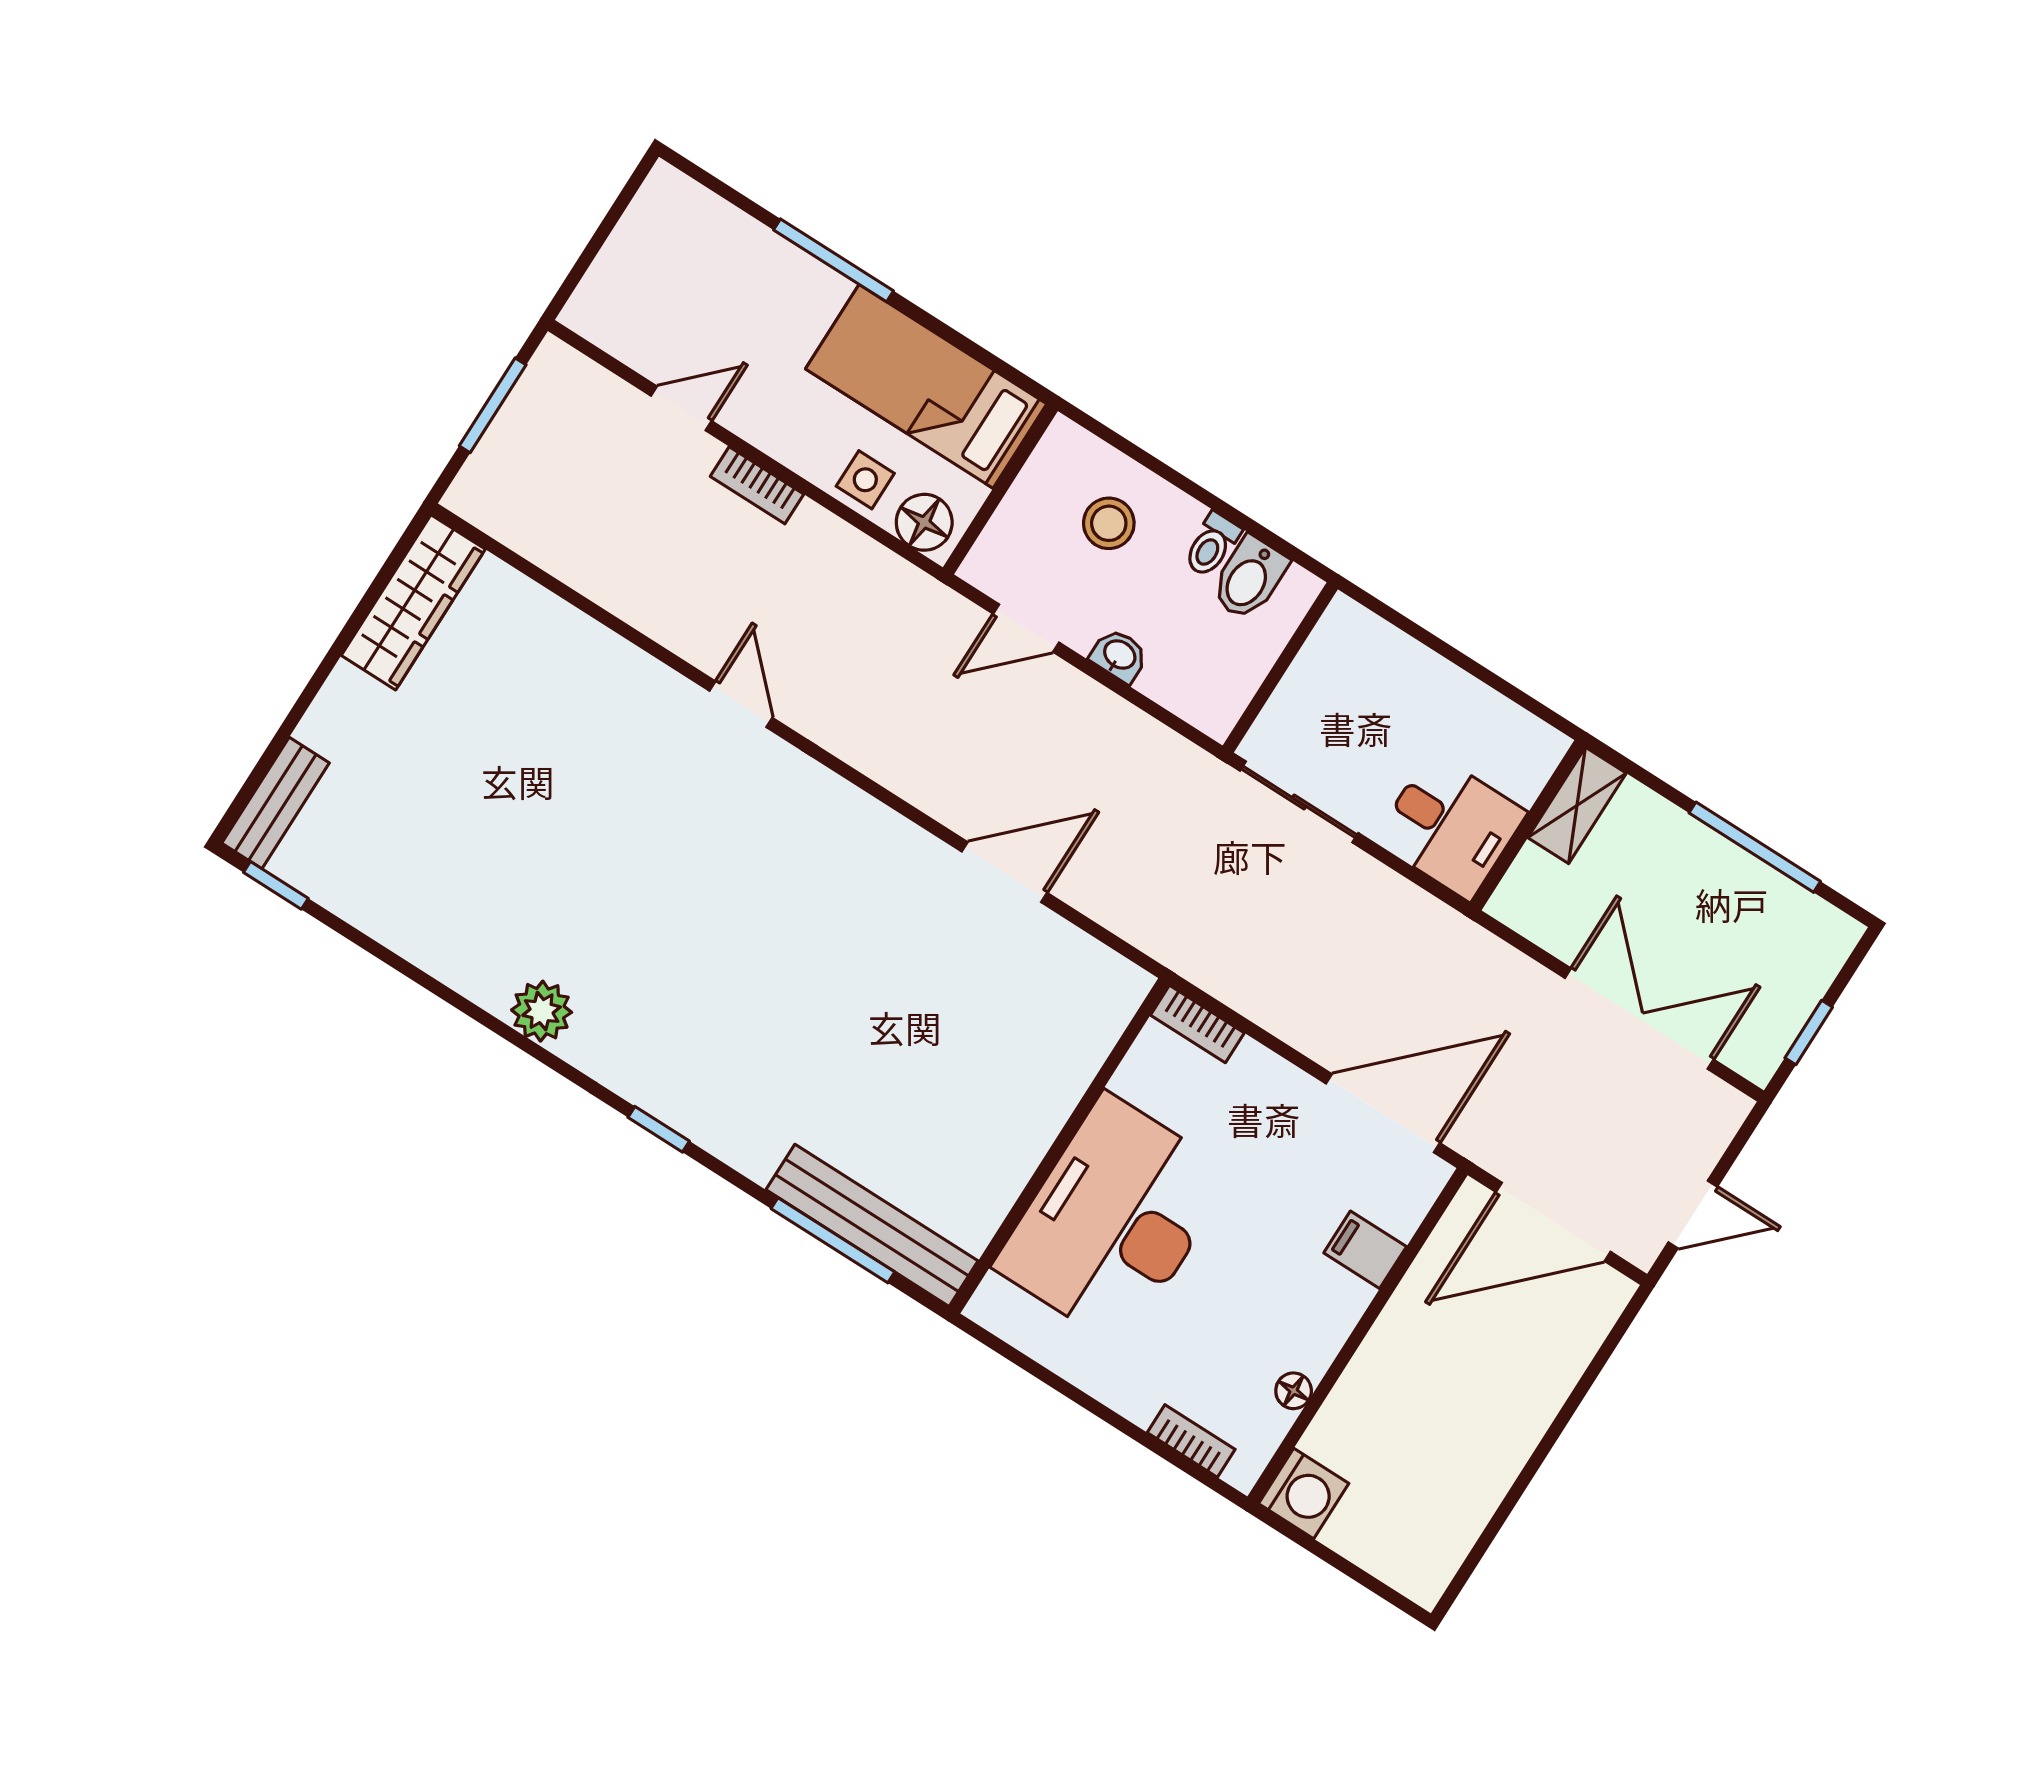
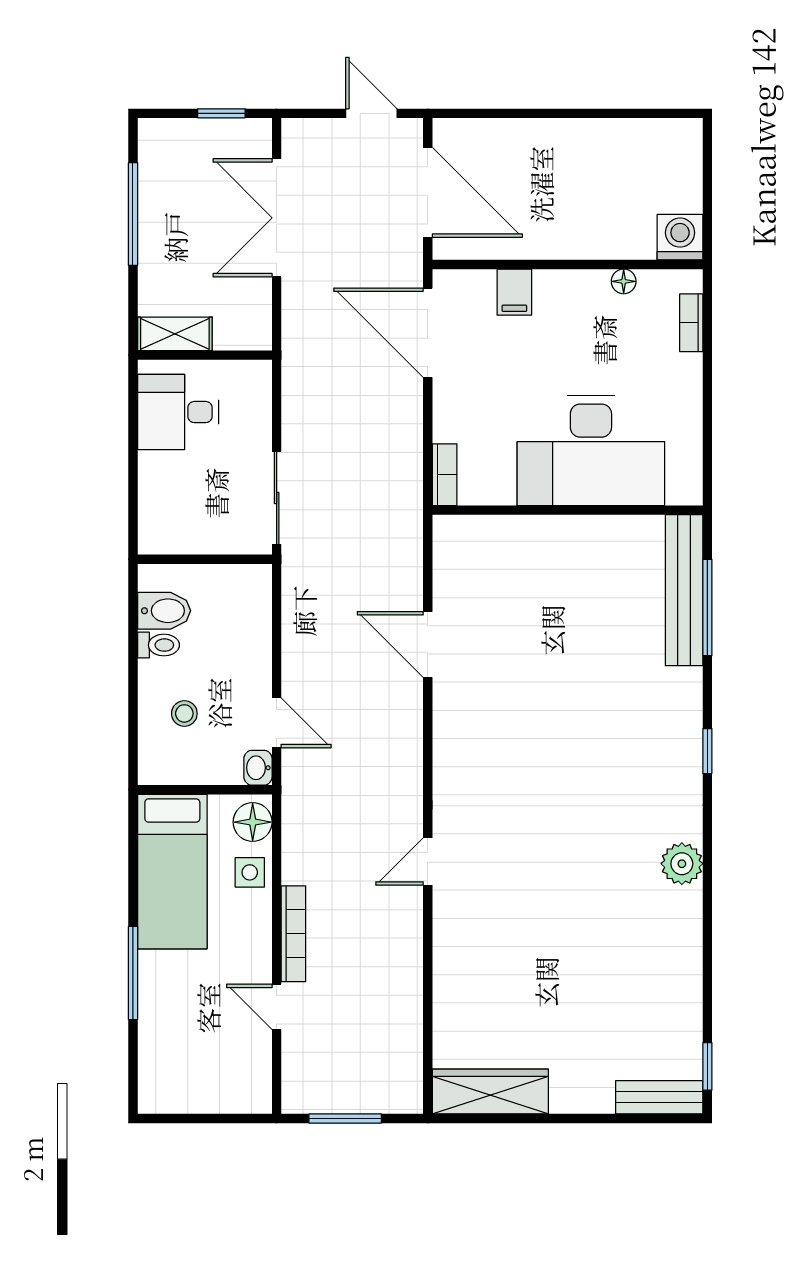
bookcase: (757, 485) -> (293, 934), width x1.56
stool: (1109, 523) -> (184, 713), width x0.73, depth x0.73
washbasin: (1119, 656) -> (258, 768), moved
desk: (1450, 826) -> (178, 412), moved, turned -90

